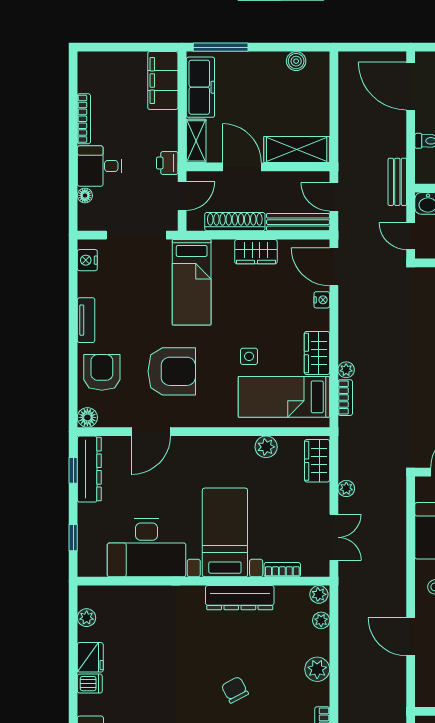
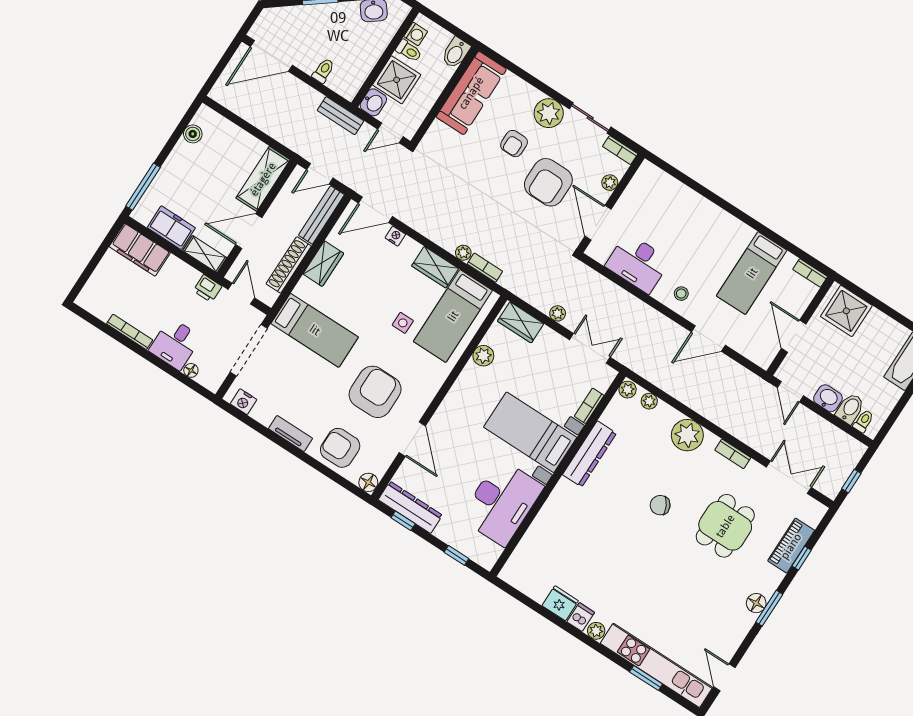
freezer: (200, 87) -> (171, 228), width x0.71
plant: (87, 618) -> (596, 631), moved
plant: (317, 669) -> (687, 435), width x1.36, depth x1.36

